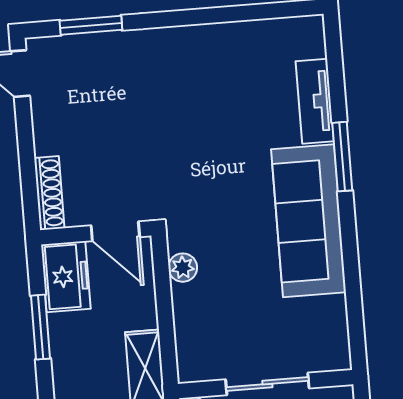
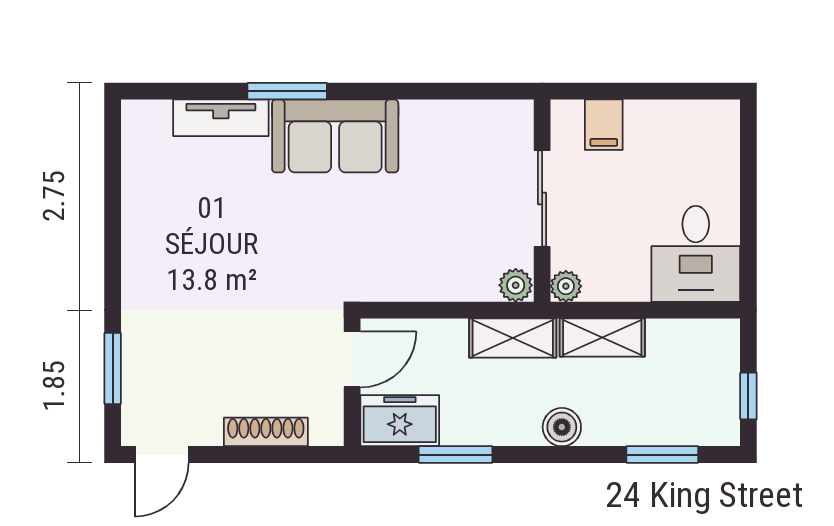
shoe rack: (49, 193) -> (266, 432), moved
sofa: (309, 221) -> (335, 136), width x0.73
plant: (183, 268) -> (516, 285), moved

